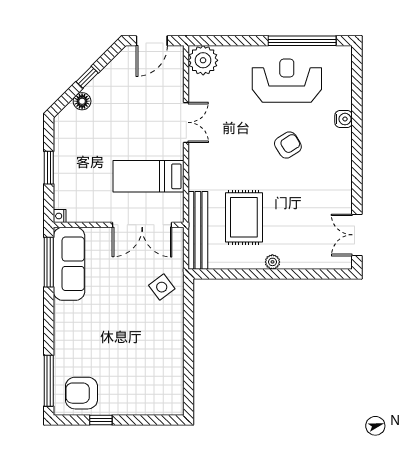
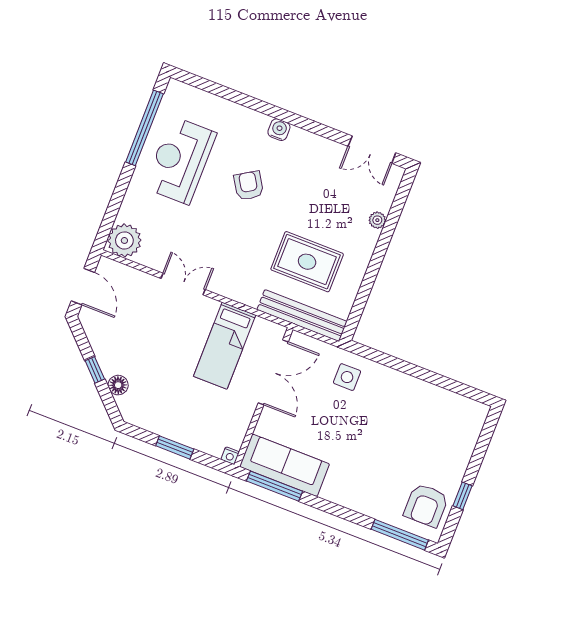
water cooler: (344, 119) -> (279, 130), moved
plant: (272, 262) -> (377, 220), moved
side table: (162, 287) -> (347, 377), turned 37

